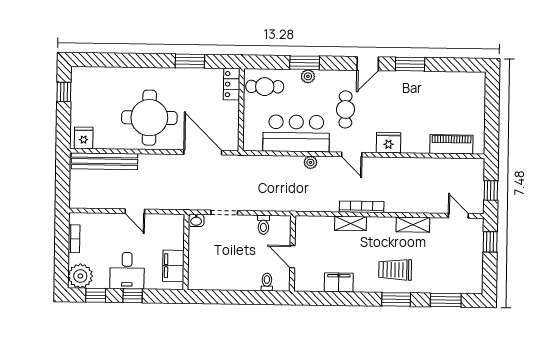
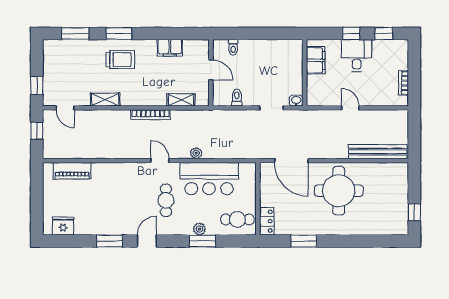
fridge: (84, 138) -> (396, 172), removed
fridge: (388, 143) -> (63, 226), moved, turned 180
shelving: (351, 223) -> (181, 100), moved
plant: (80, 276) -> (398, 50), removed

